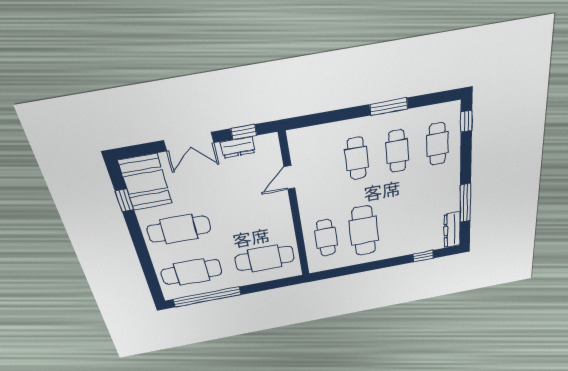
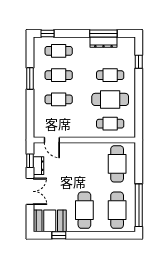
door: (289, 177) -> (52, 140), moved
cafe table: (401, 224) -> (110, 75), added
dresser: (452, 230) -> (103, 42), moved

